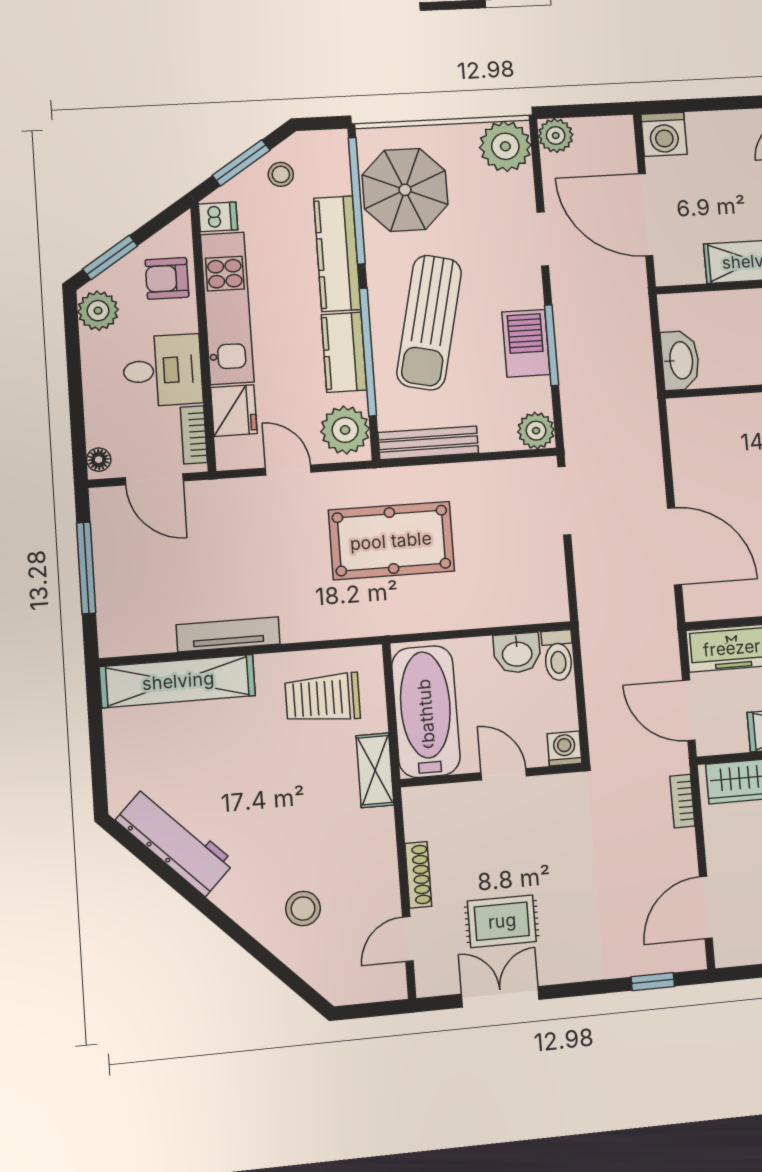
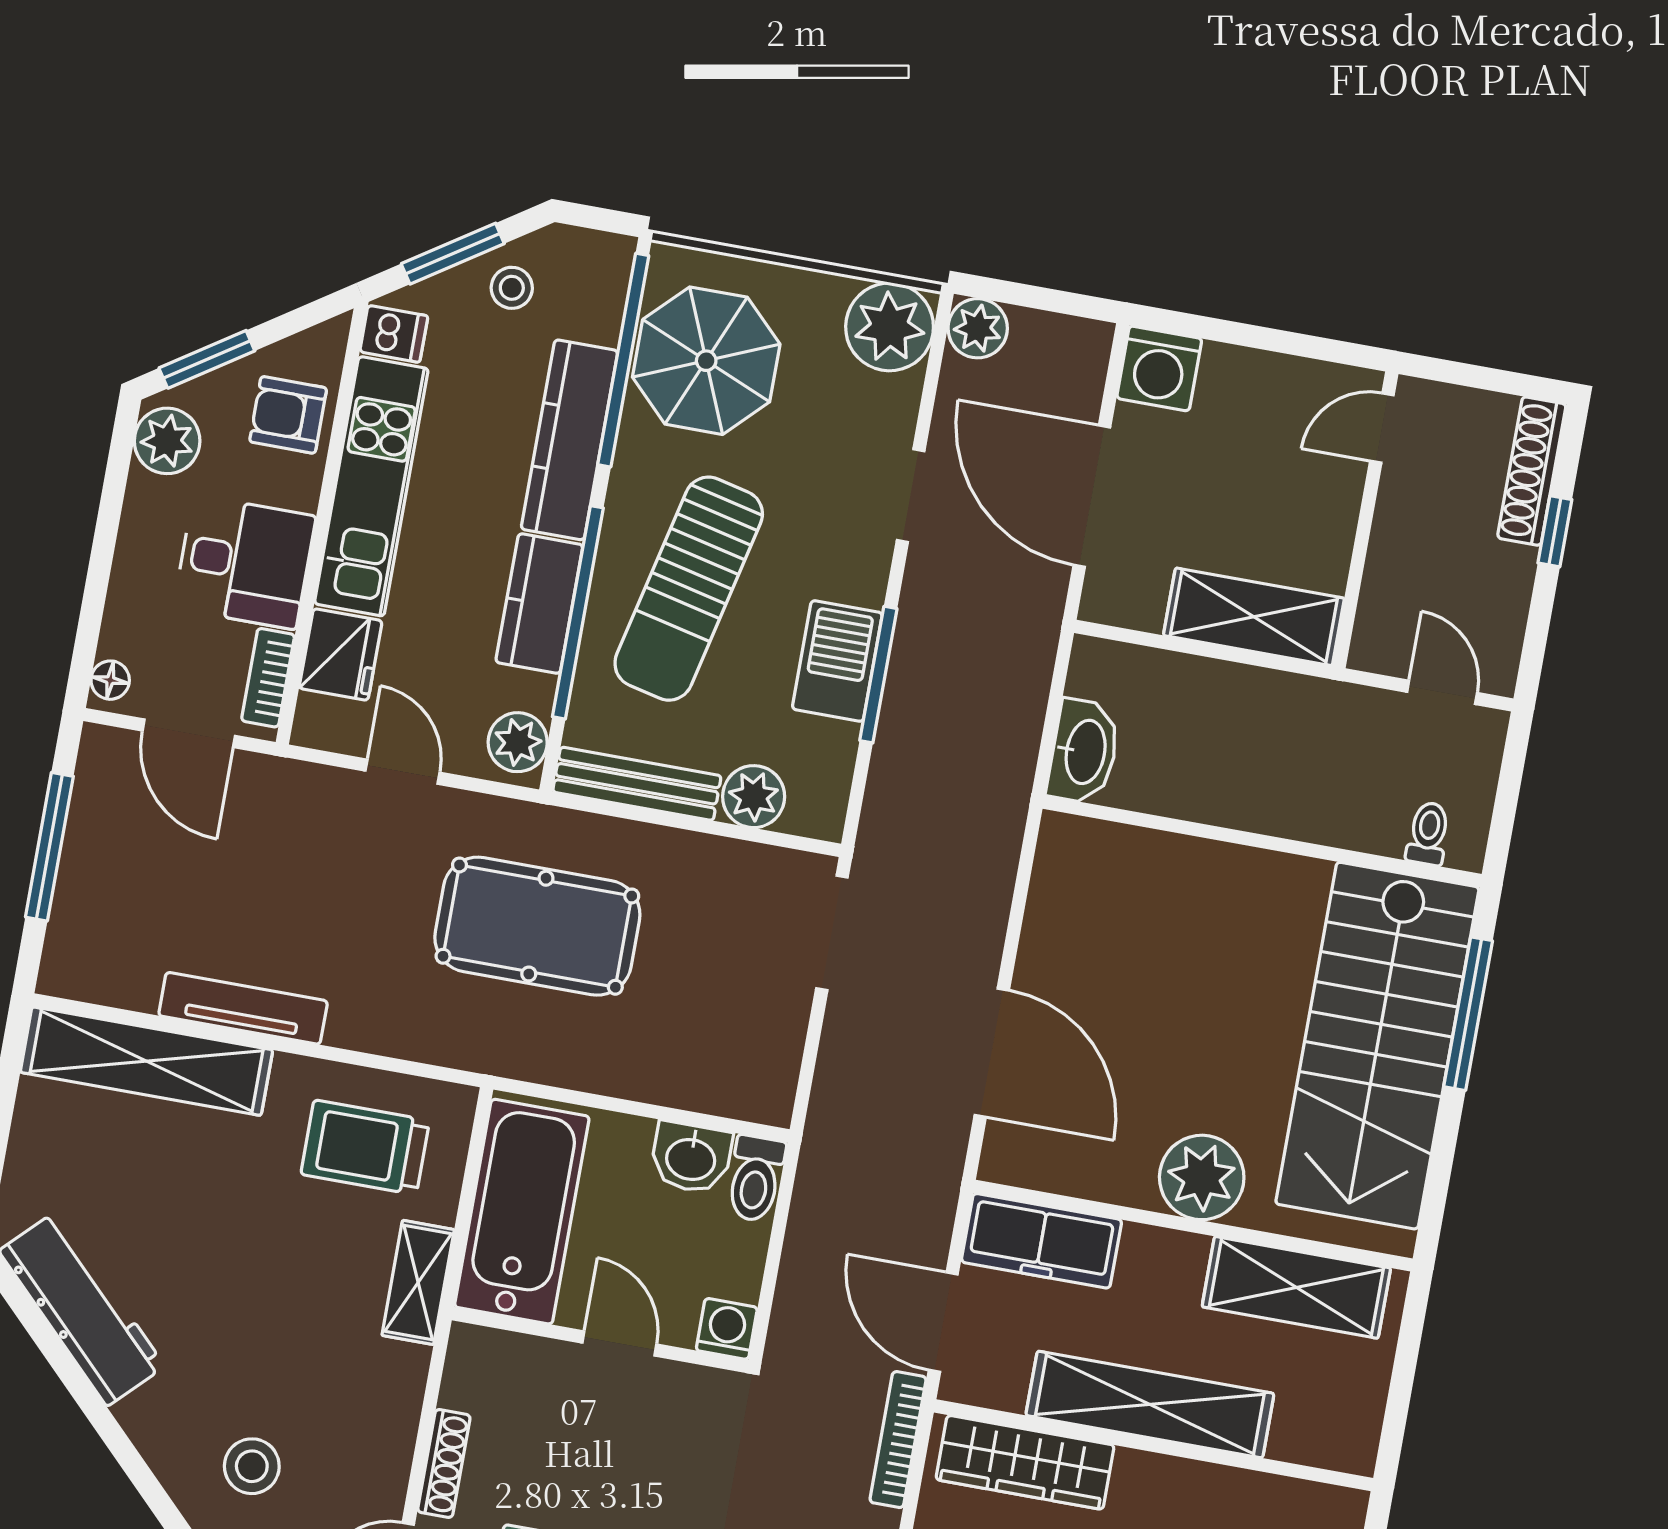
plant: (345, 430) -> (518, 742), width x0.73, depth x0.73
plant: (536, 431) -> (754, 797), moved
bookcase: (682, 801) -> (898, 1440), width x1.56

